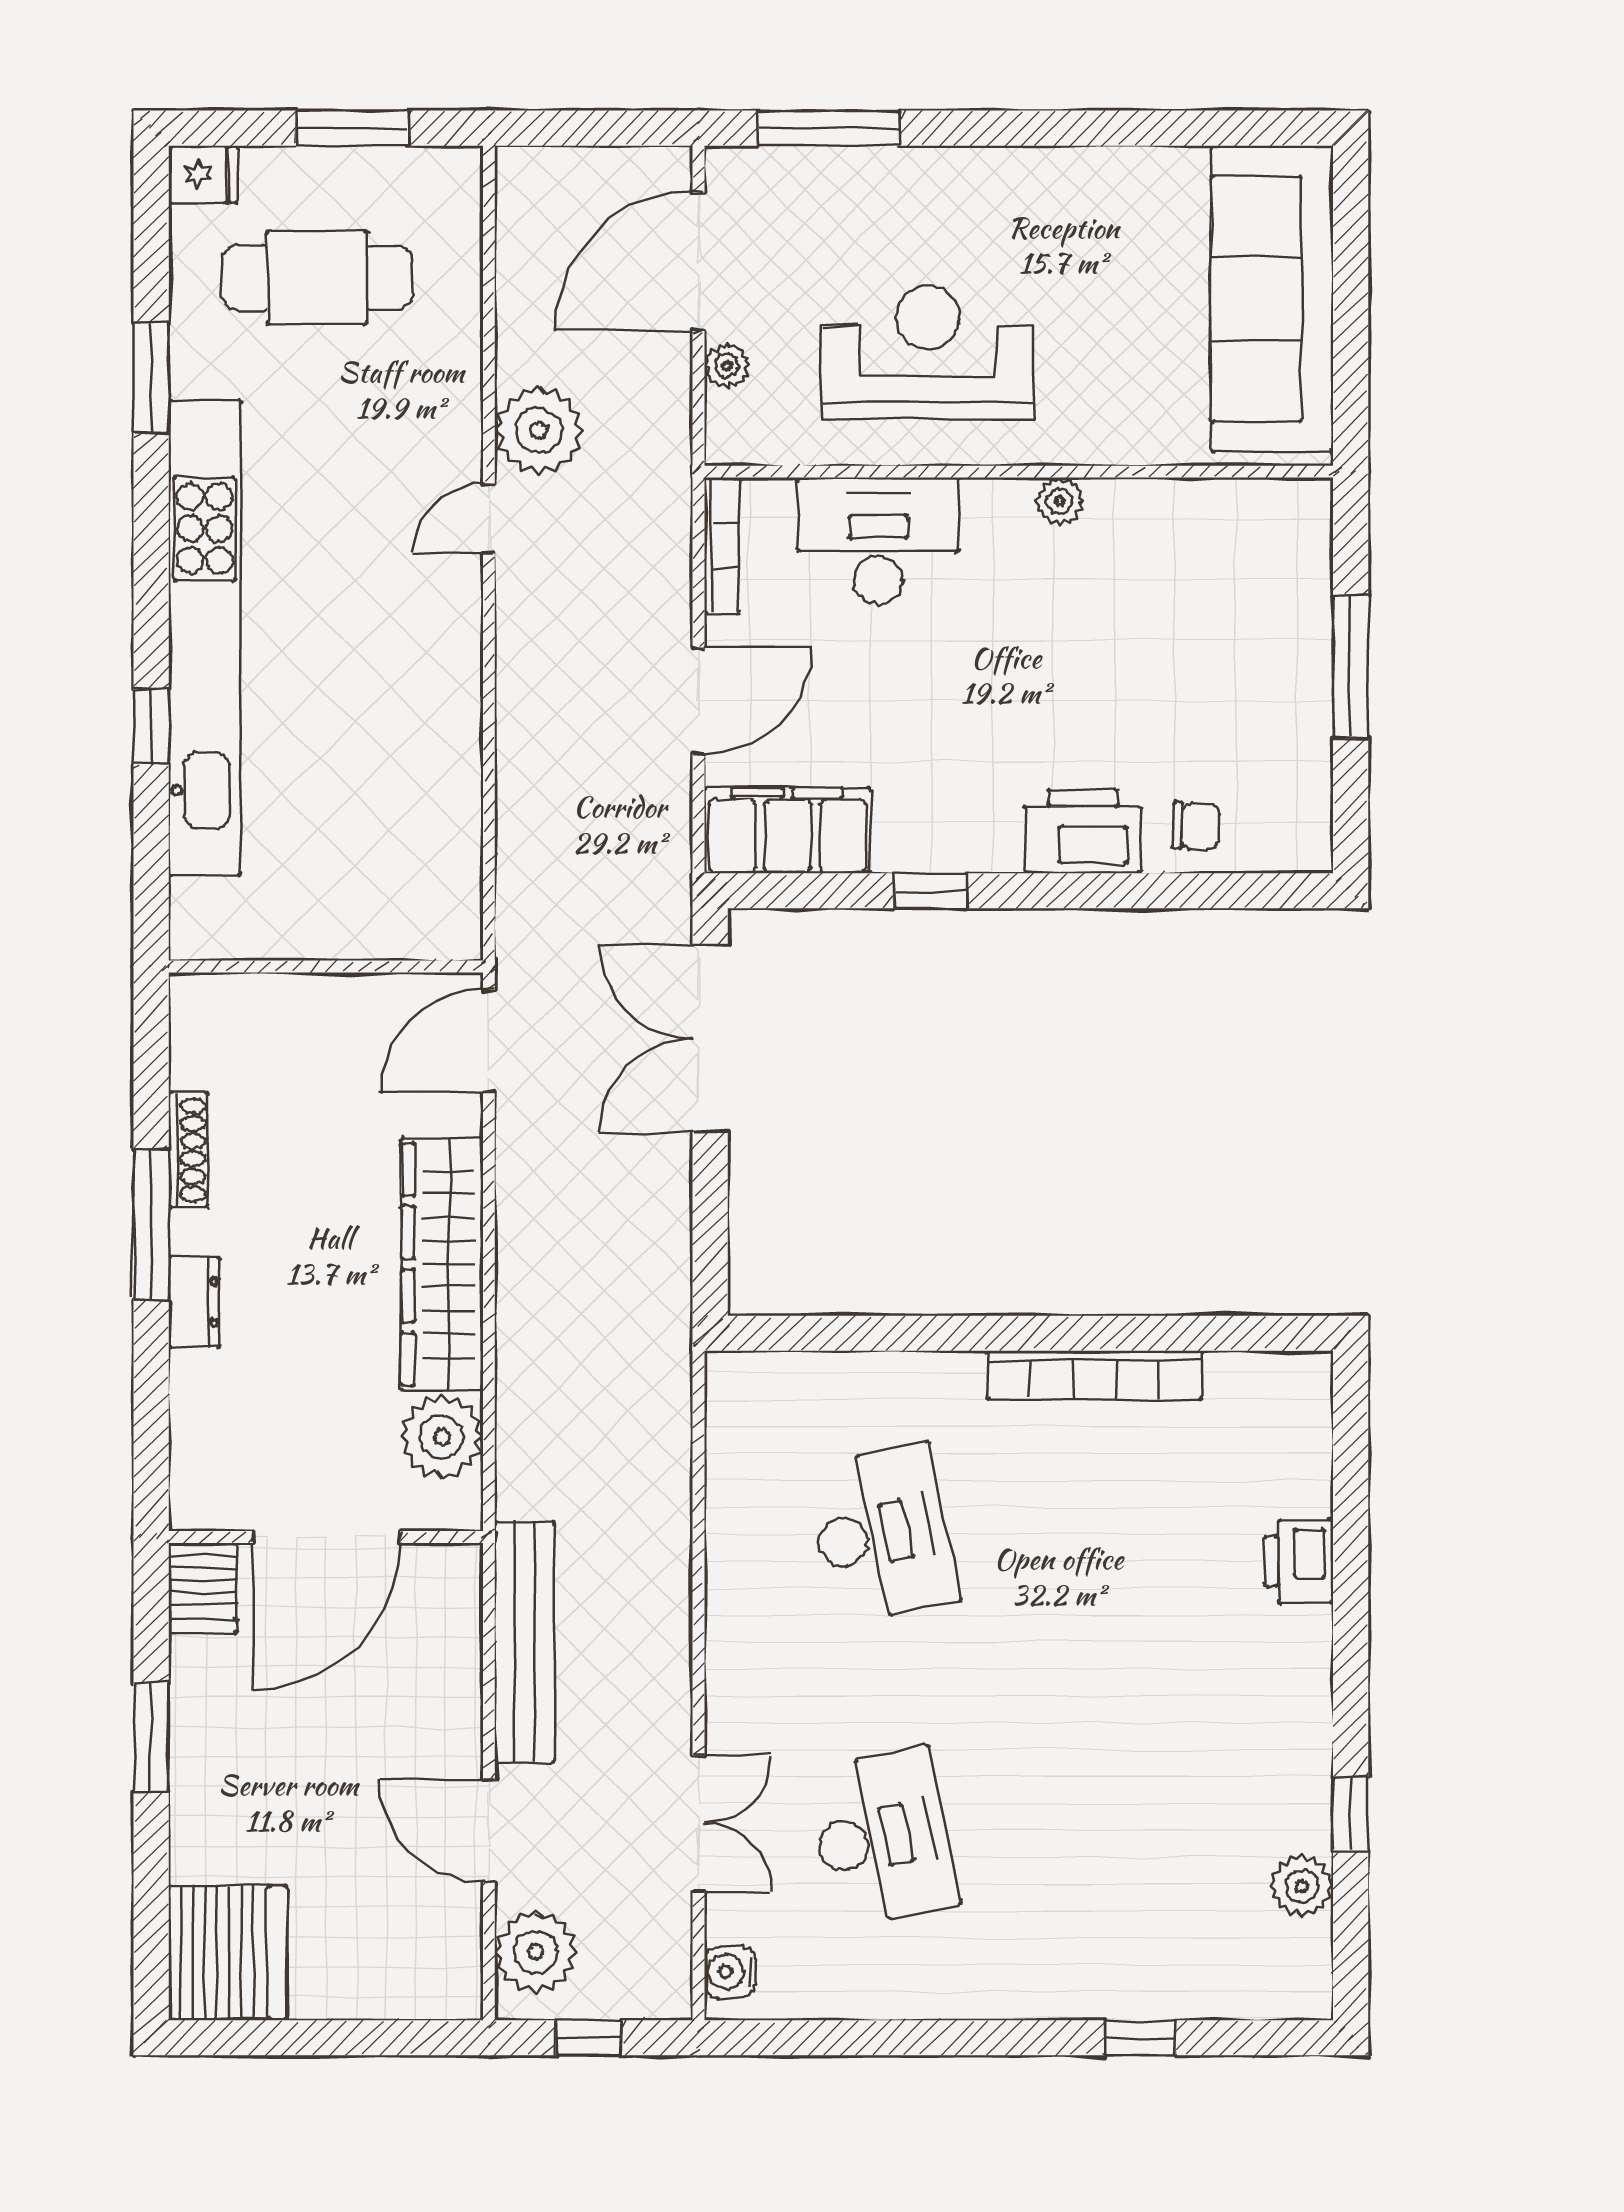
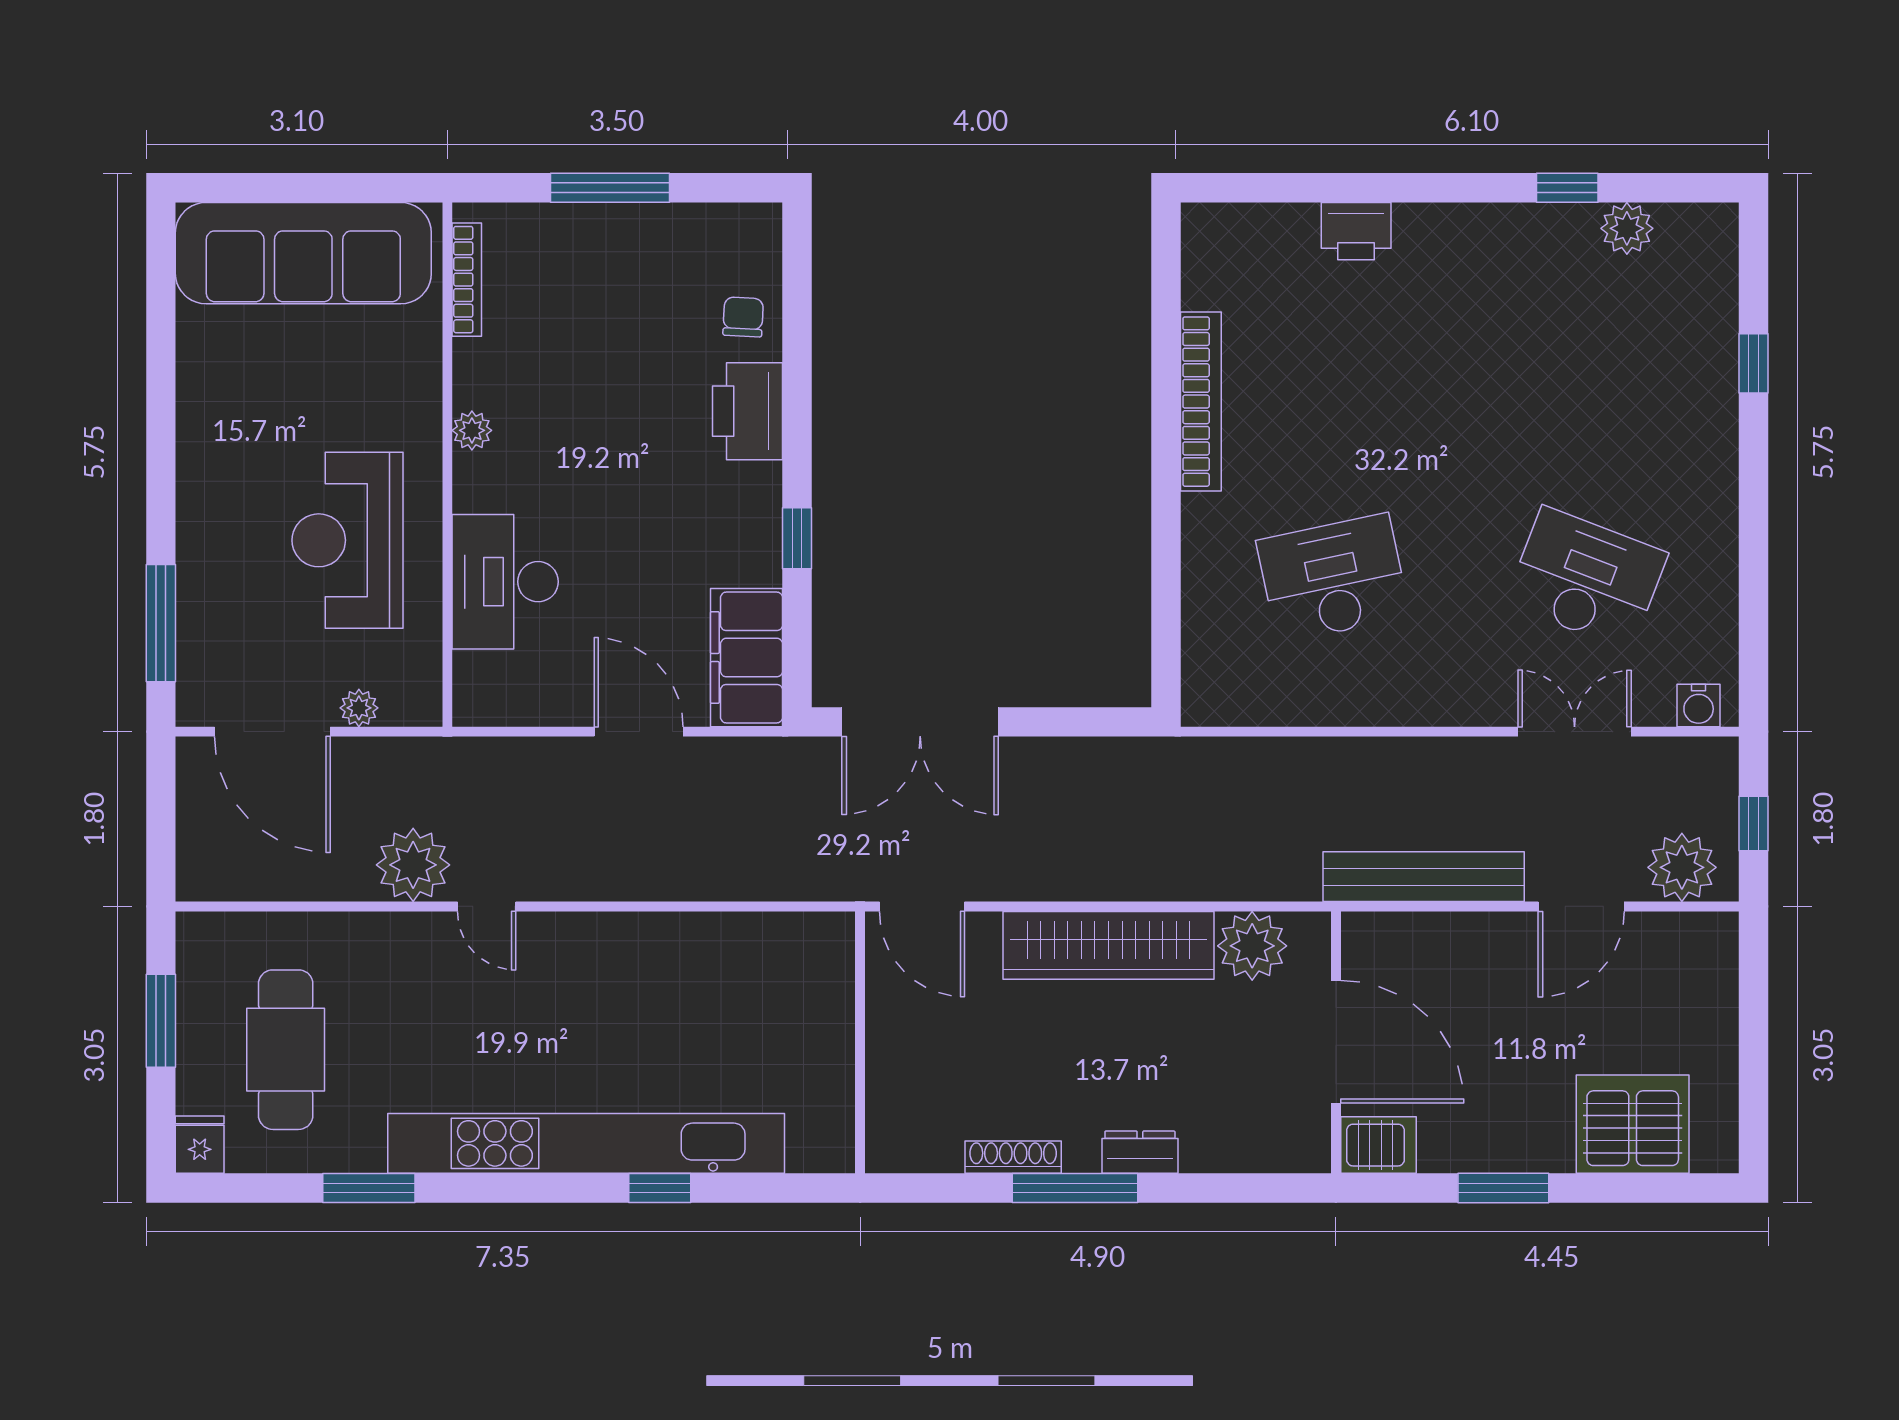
bookcase: (722, 545) -> (467, 280), moved, turned 90
desk: (882, 1837) -> (1586, 578), turned 33
server rack: (228, 1953) -> (1633, 1124), moved

